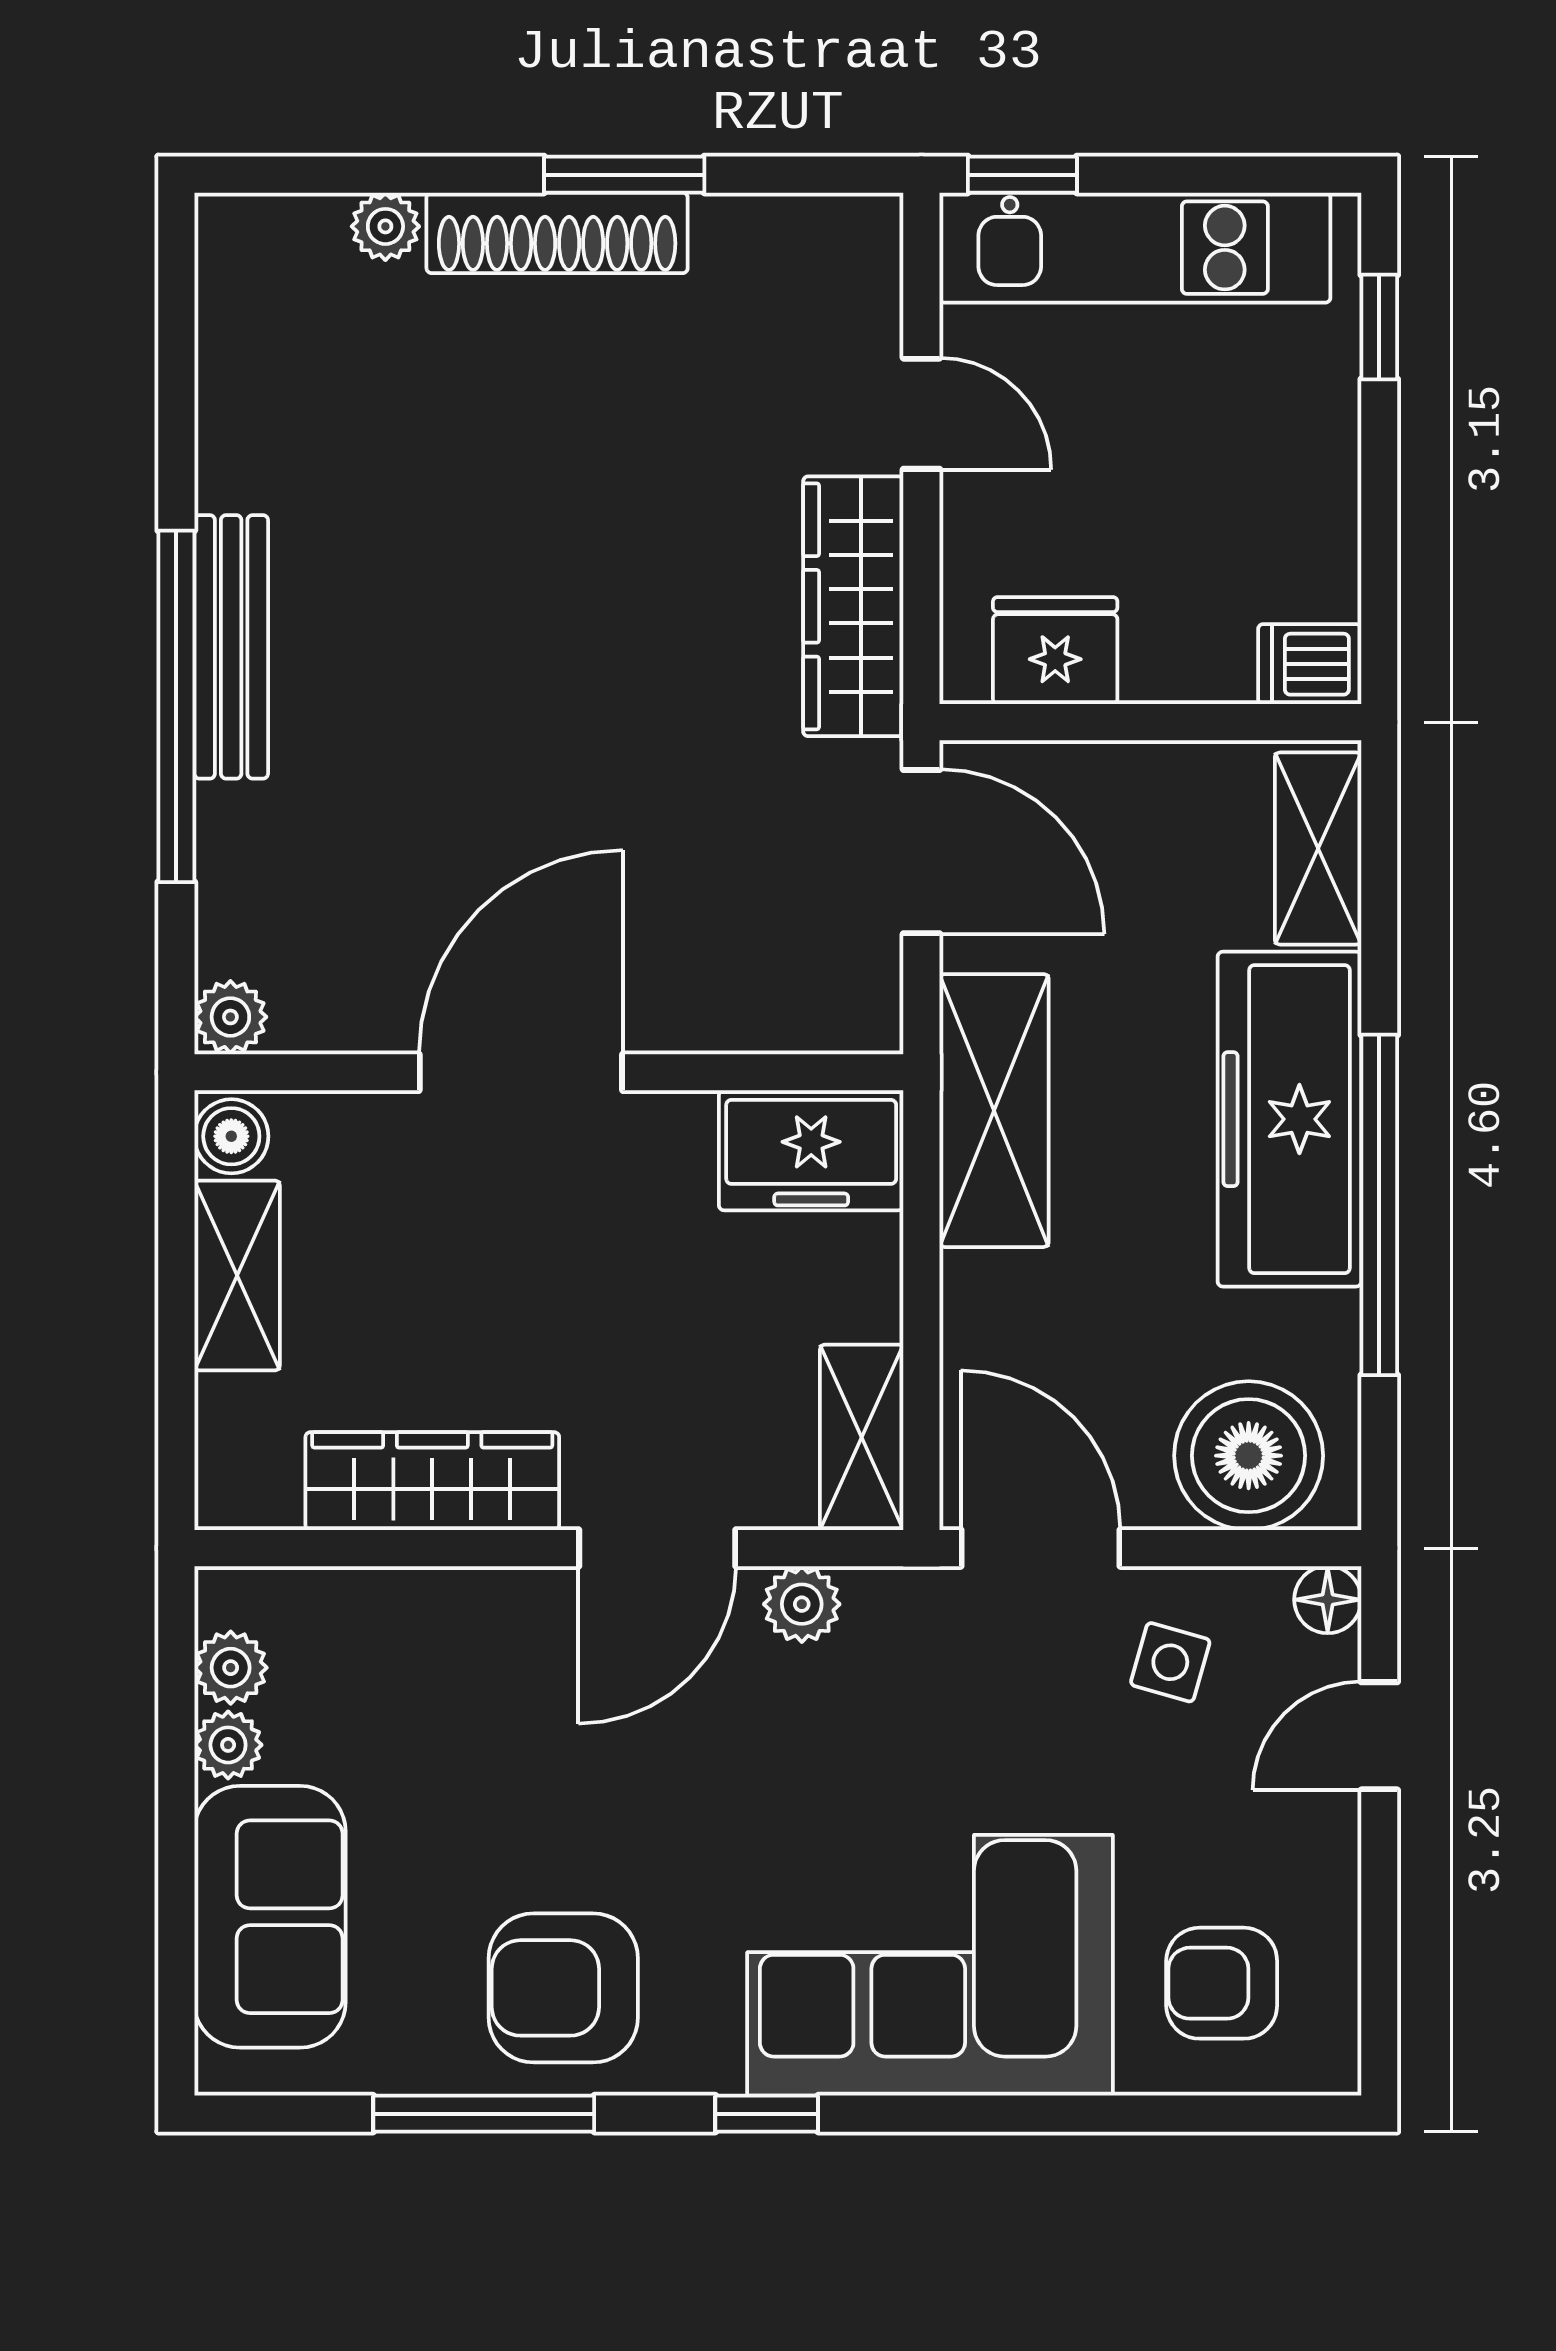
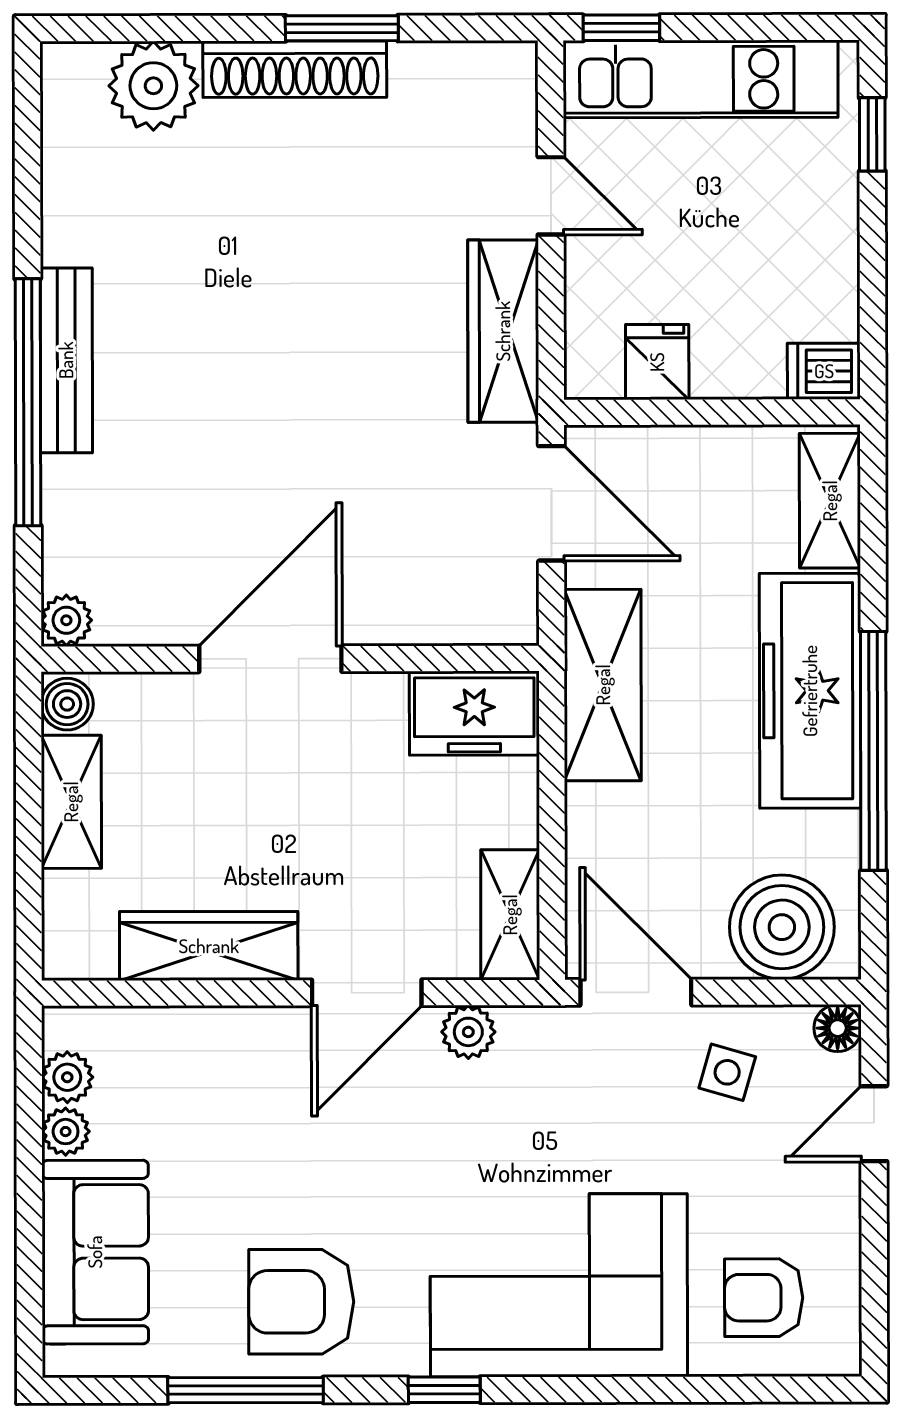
plant: (385, 226) -> (153, 86), width x1.88, depth x1.88
fridge: (1055, 651) -> (657, 362), width x0.72

